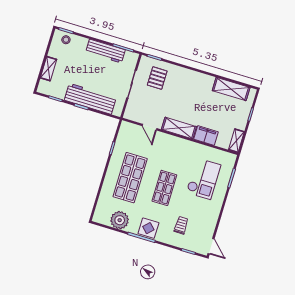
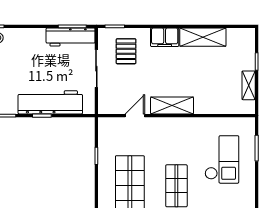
workbench: (105, 51) -> (71, 37), moved
shelving: (231, 89) -> (203, 37), moved
door: (150, 127) -> (135, 116), swing flipped
filing cabinet: (206, 136) -> (165, 37), moved, turned 180
shelving: (236, 141) -> (249, 85), moved

